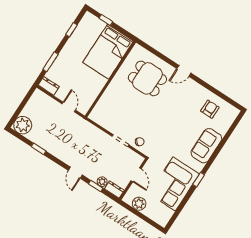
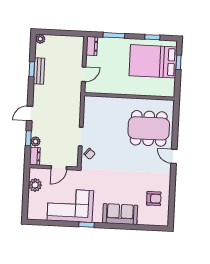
bed: (108, 52) -> (153, 61), moved
dining table: (147, 78) -> (149, 128), width x1.38
plant: (23, 125) -> (40, 39), width x0.53, depth x0.53
bench: (44, 143) -> (39, 71), added

